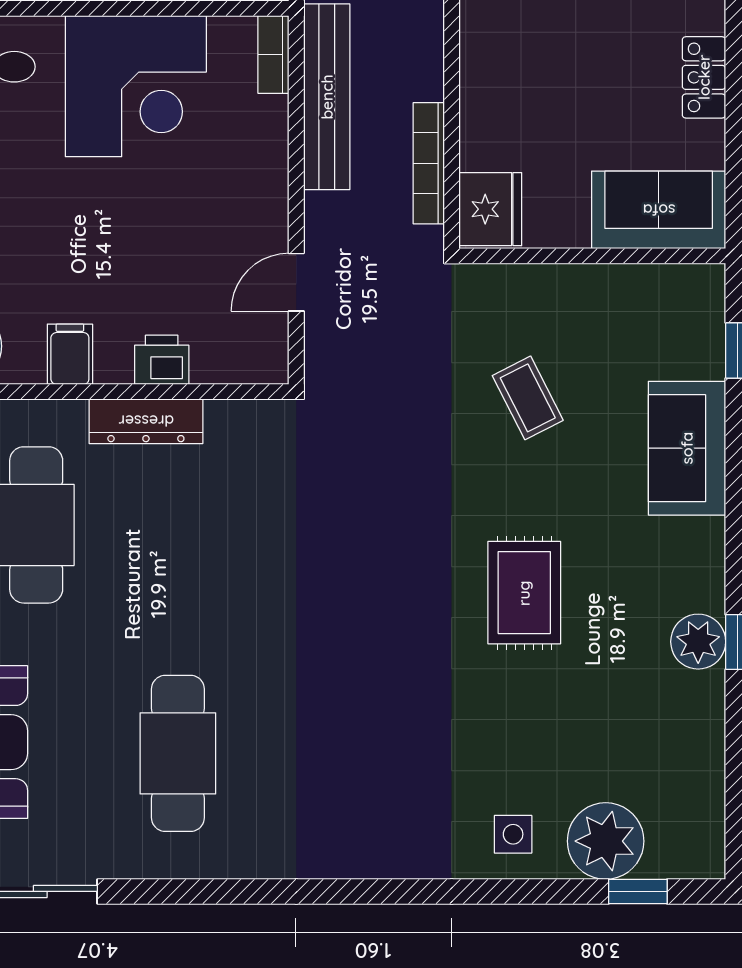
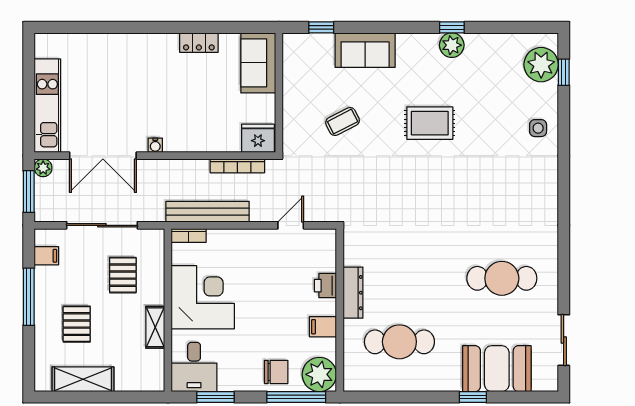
door: (296, 282) -> (291, 225), swing flipped
plant: (606, 841) -> (541, 65), moved

